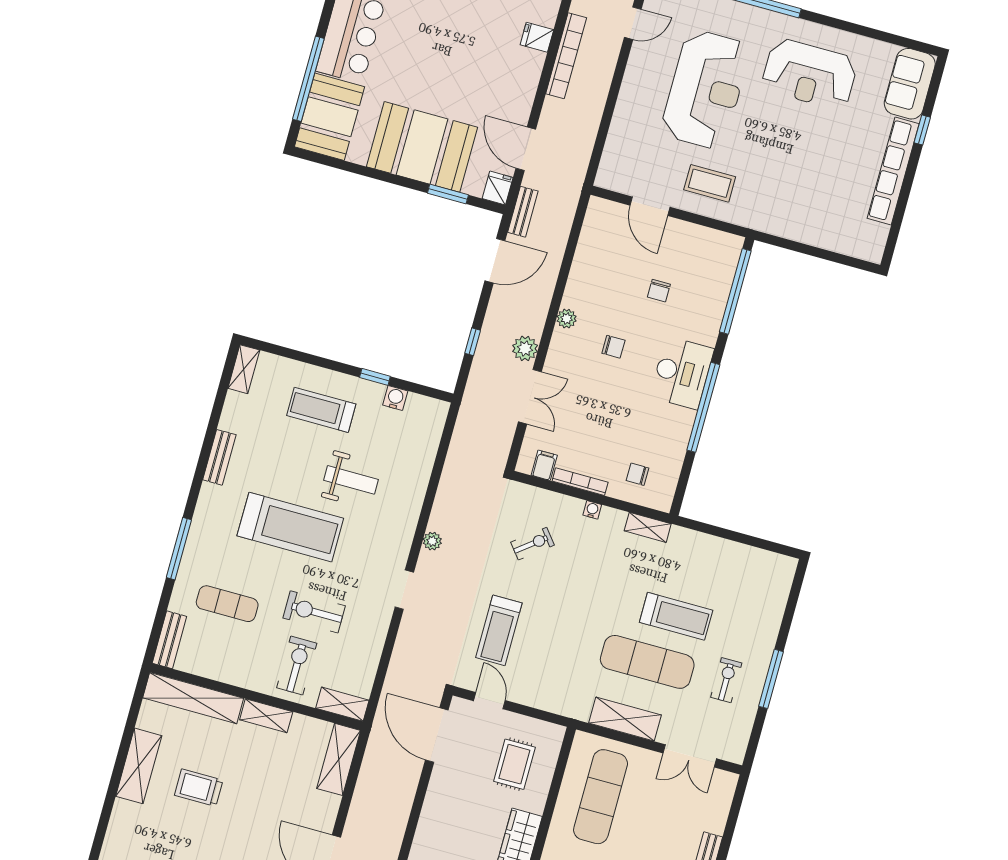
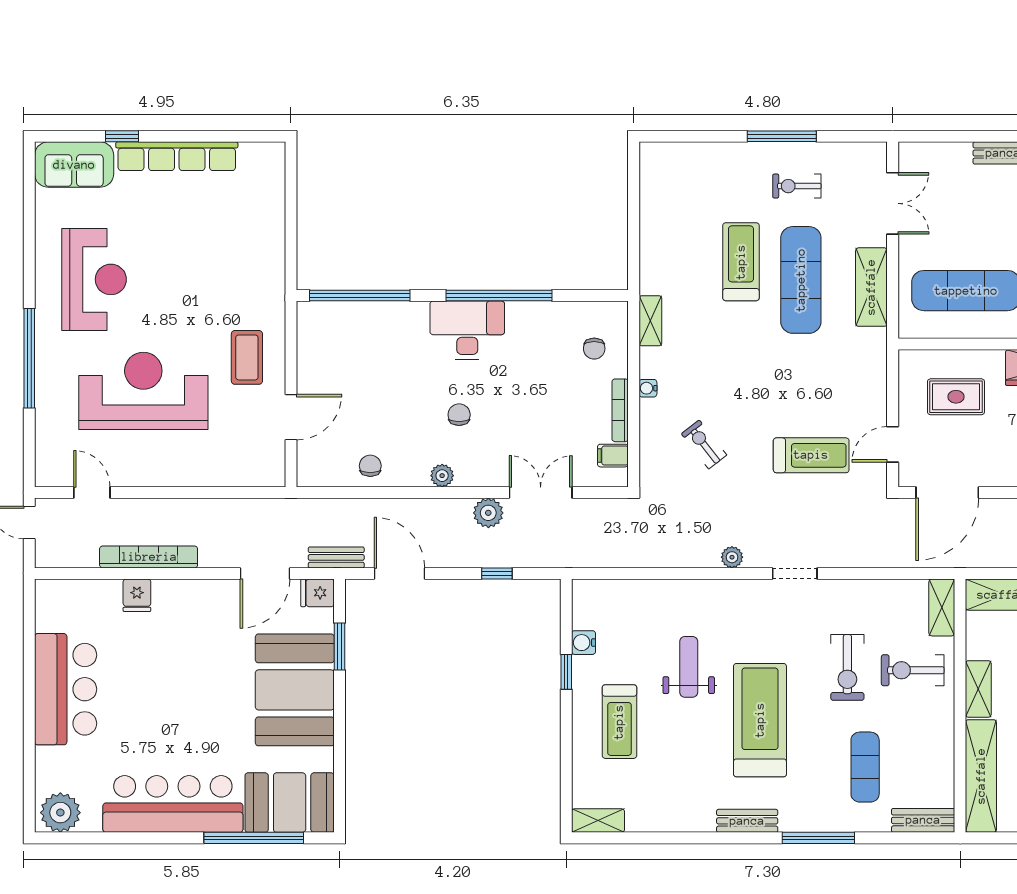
chair: (659, 291) -> (370, 466), moved, turned -90
bench: (219, 457) -> (747, 821), moved

